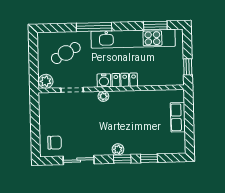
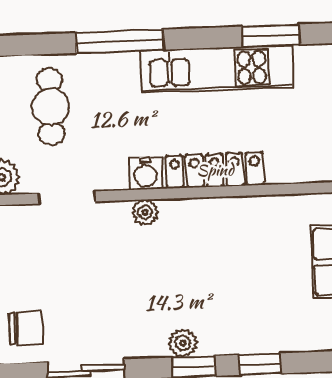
kitchen unit: (133, 39) -> (217, 69), width x0.73
cafe table: (66, 53) -> (51, 107), turned -61
locker: (125, 80) -> (215, 170), width x1.53

